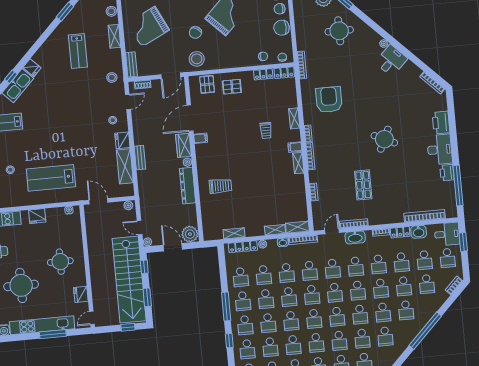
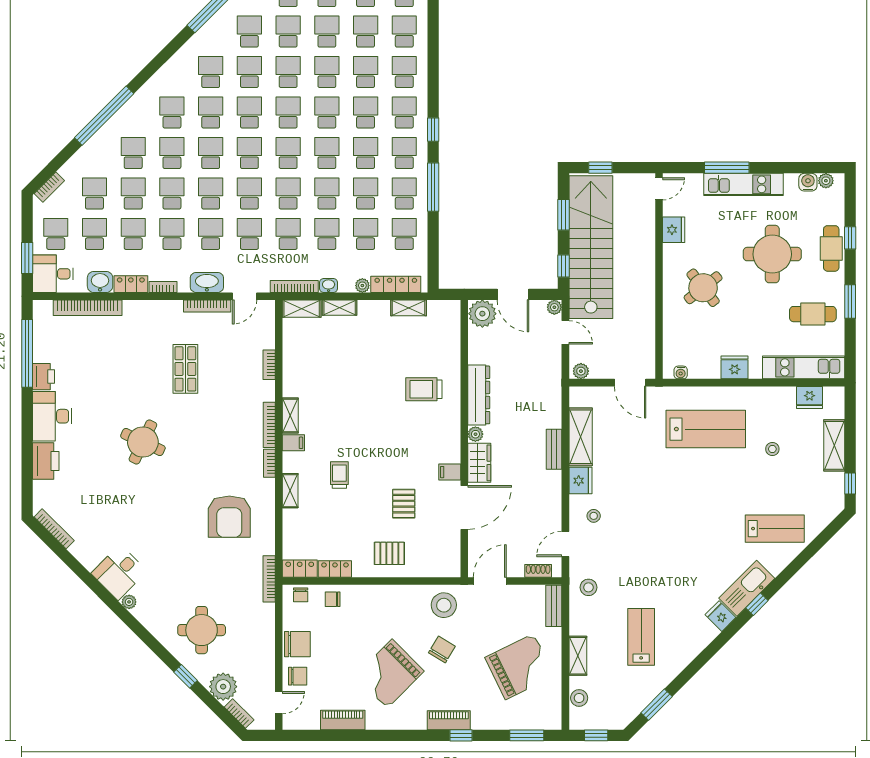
pallet: (207, 84) -> (404, 504), moved
round table: (60, 262) -> (703, 288), turned -38
kitchen unit: (42, 325) -> (743, 184), width x0.73

